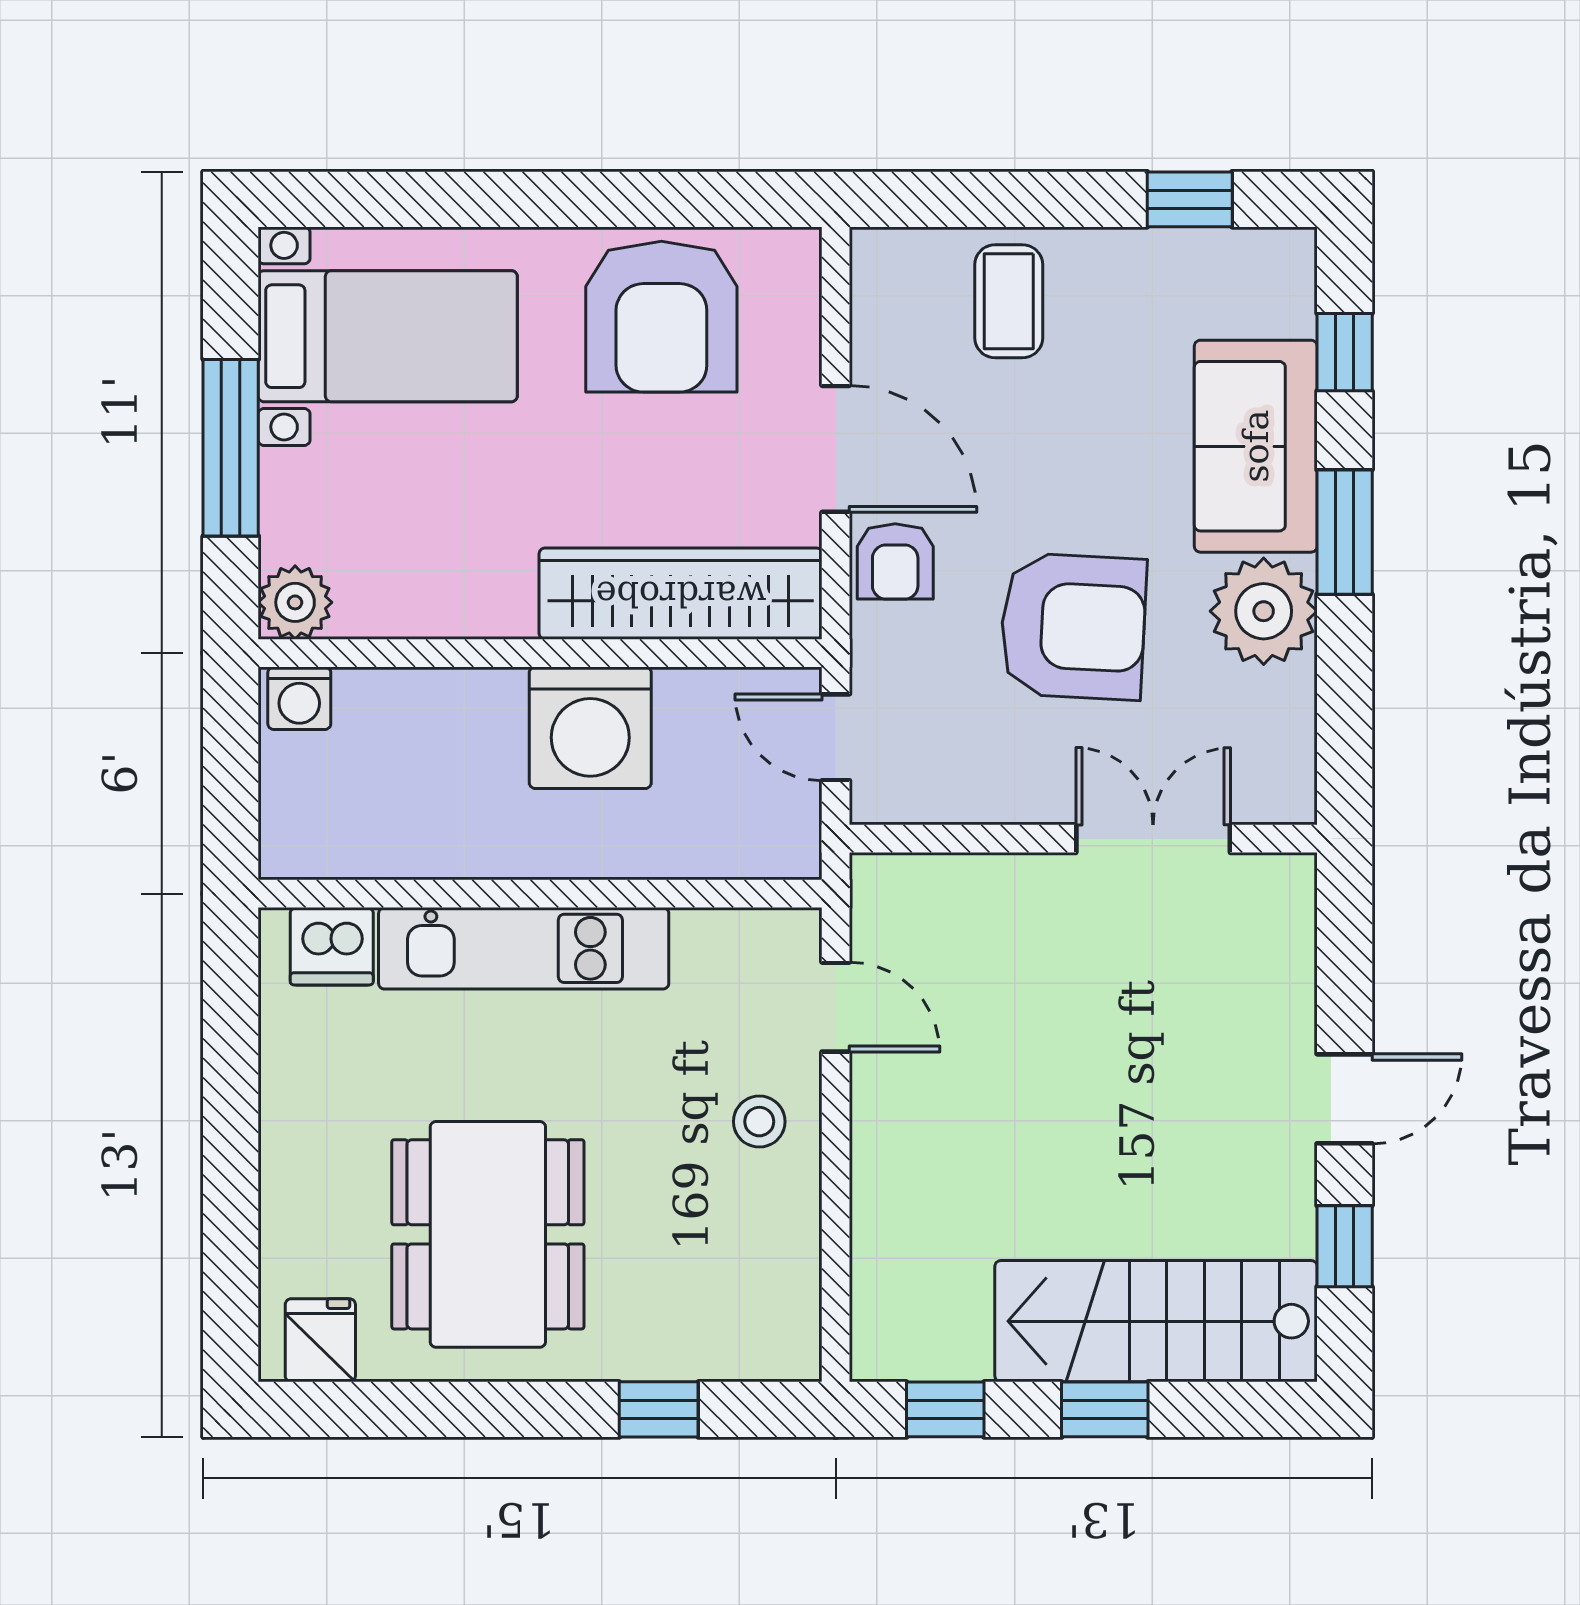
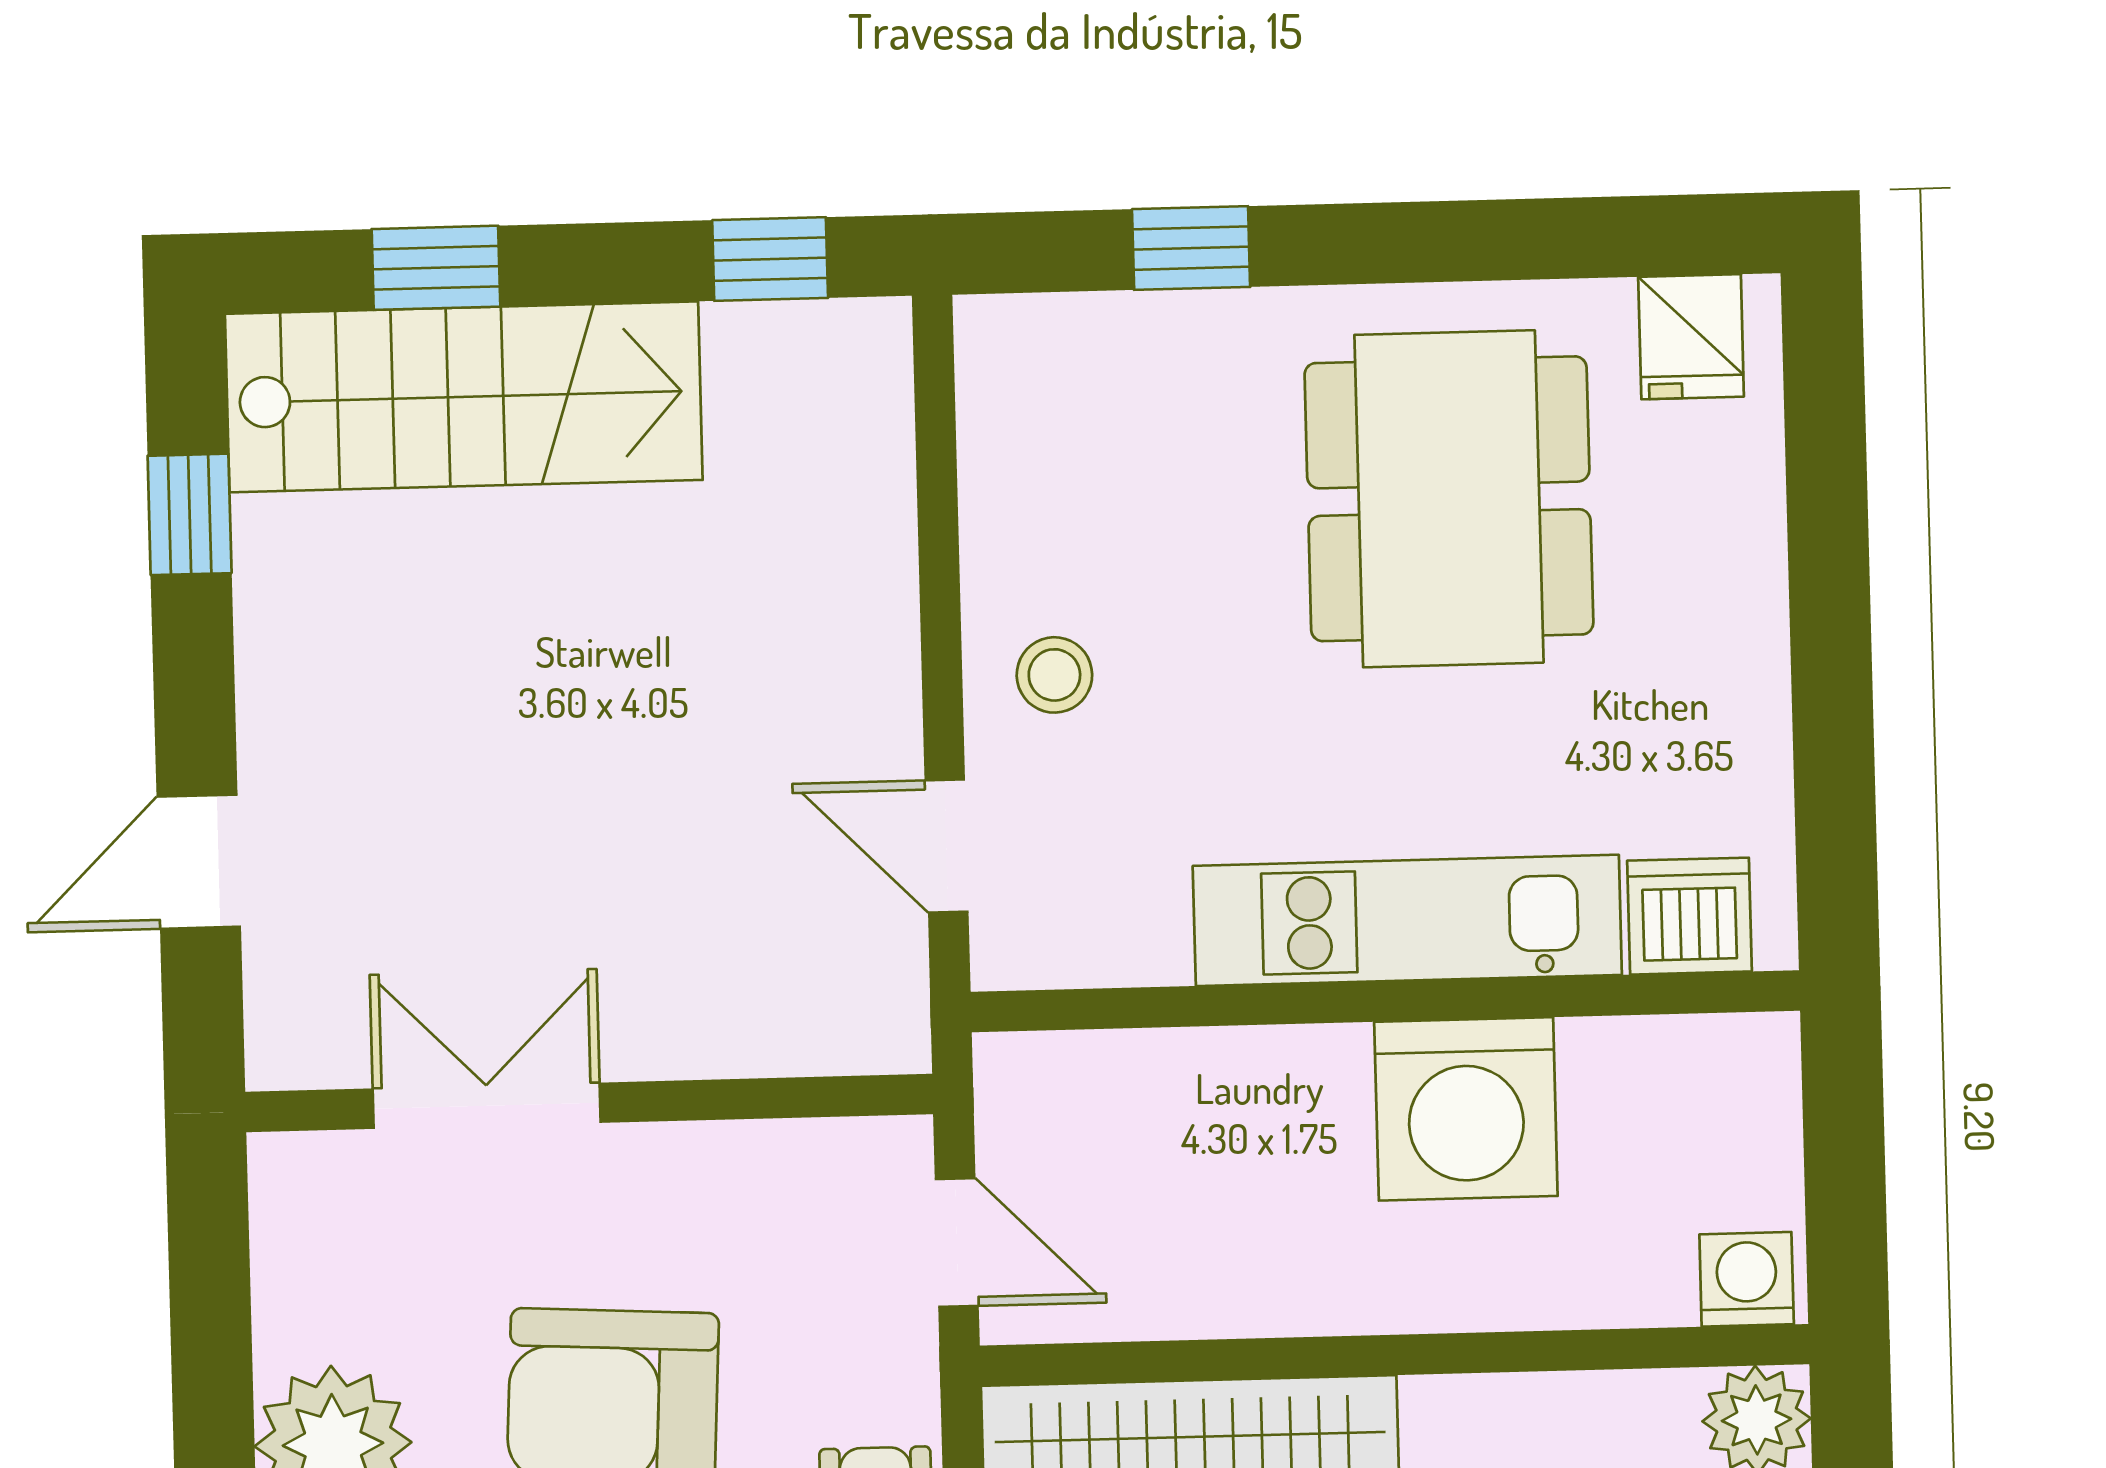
washing machine: (590, 728) -> (1466, 1109), moved, turned 180
double door: (1153, 839) -> (487, 1106), swing flipped
door: (1345, 1099) -> (199, 862), moved
window: (1105, 1409) -> (436, 268), moved

